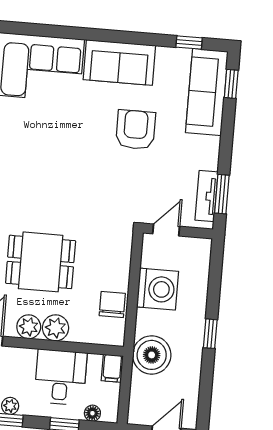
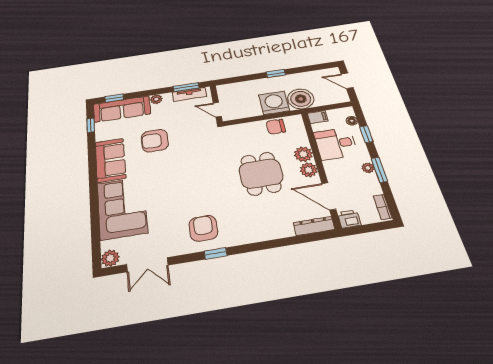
plant: (211, 146) -> (156, 99), added
washing machine: (158, 289) -> (274, 103), moved

